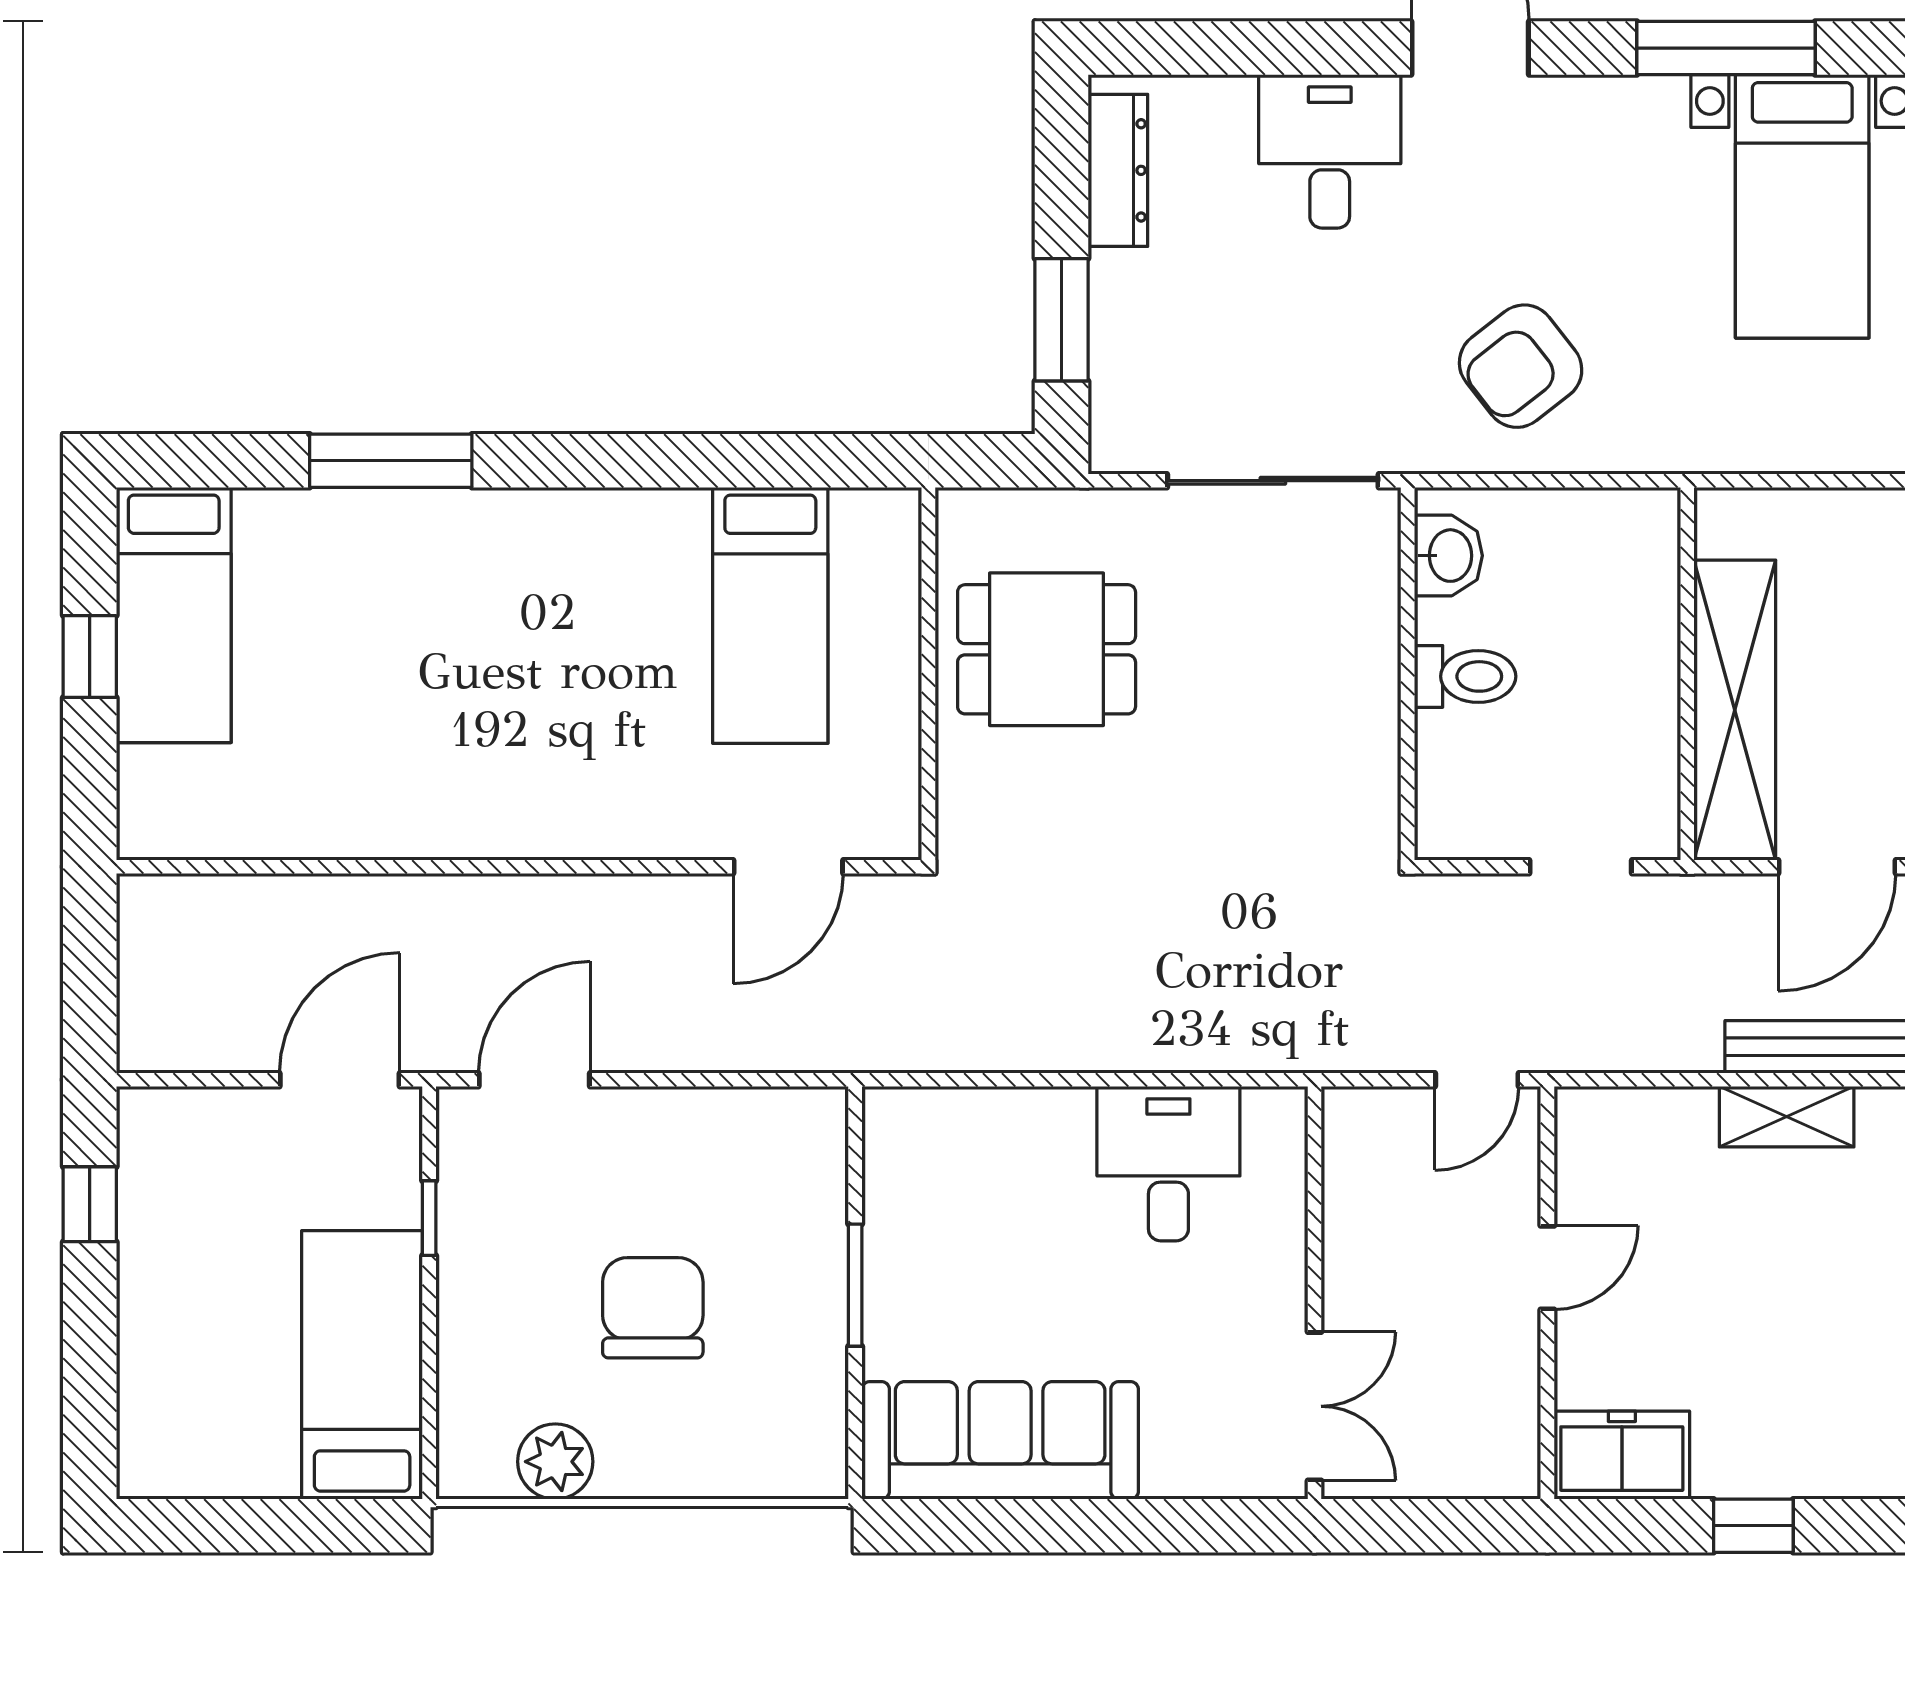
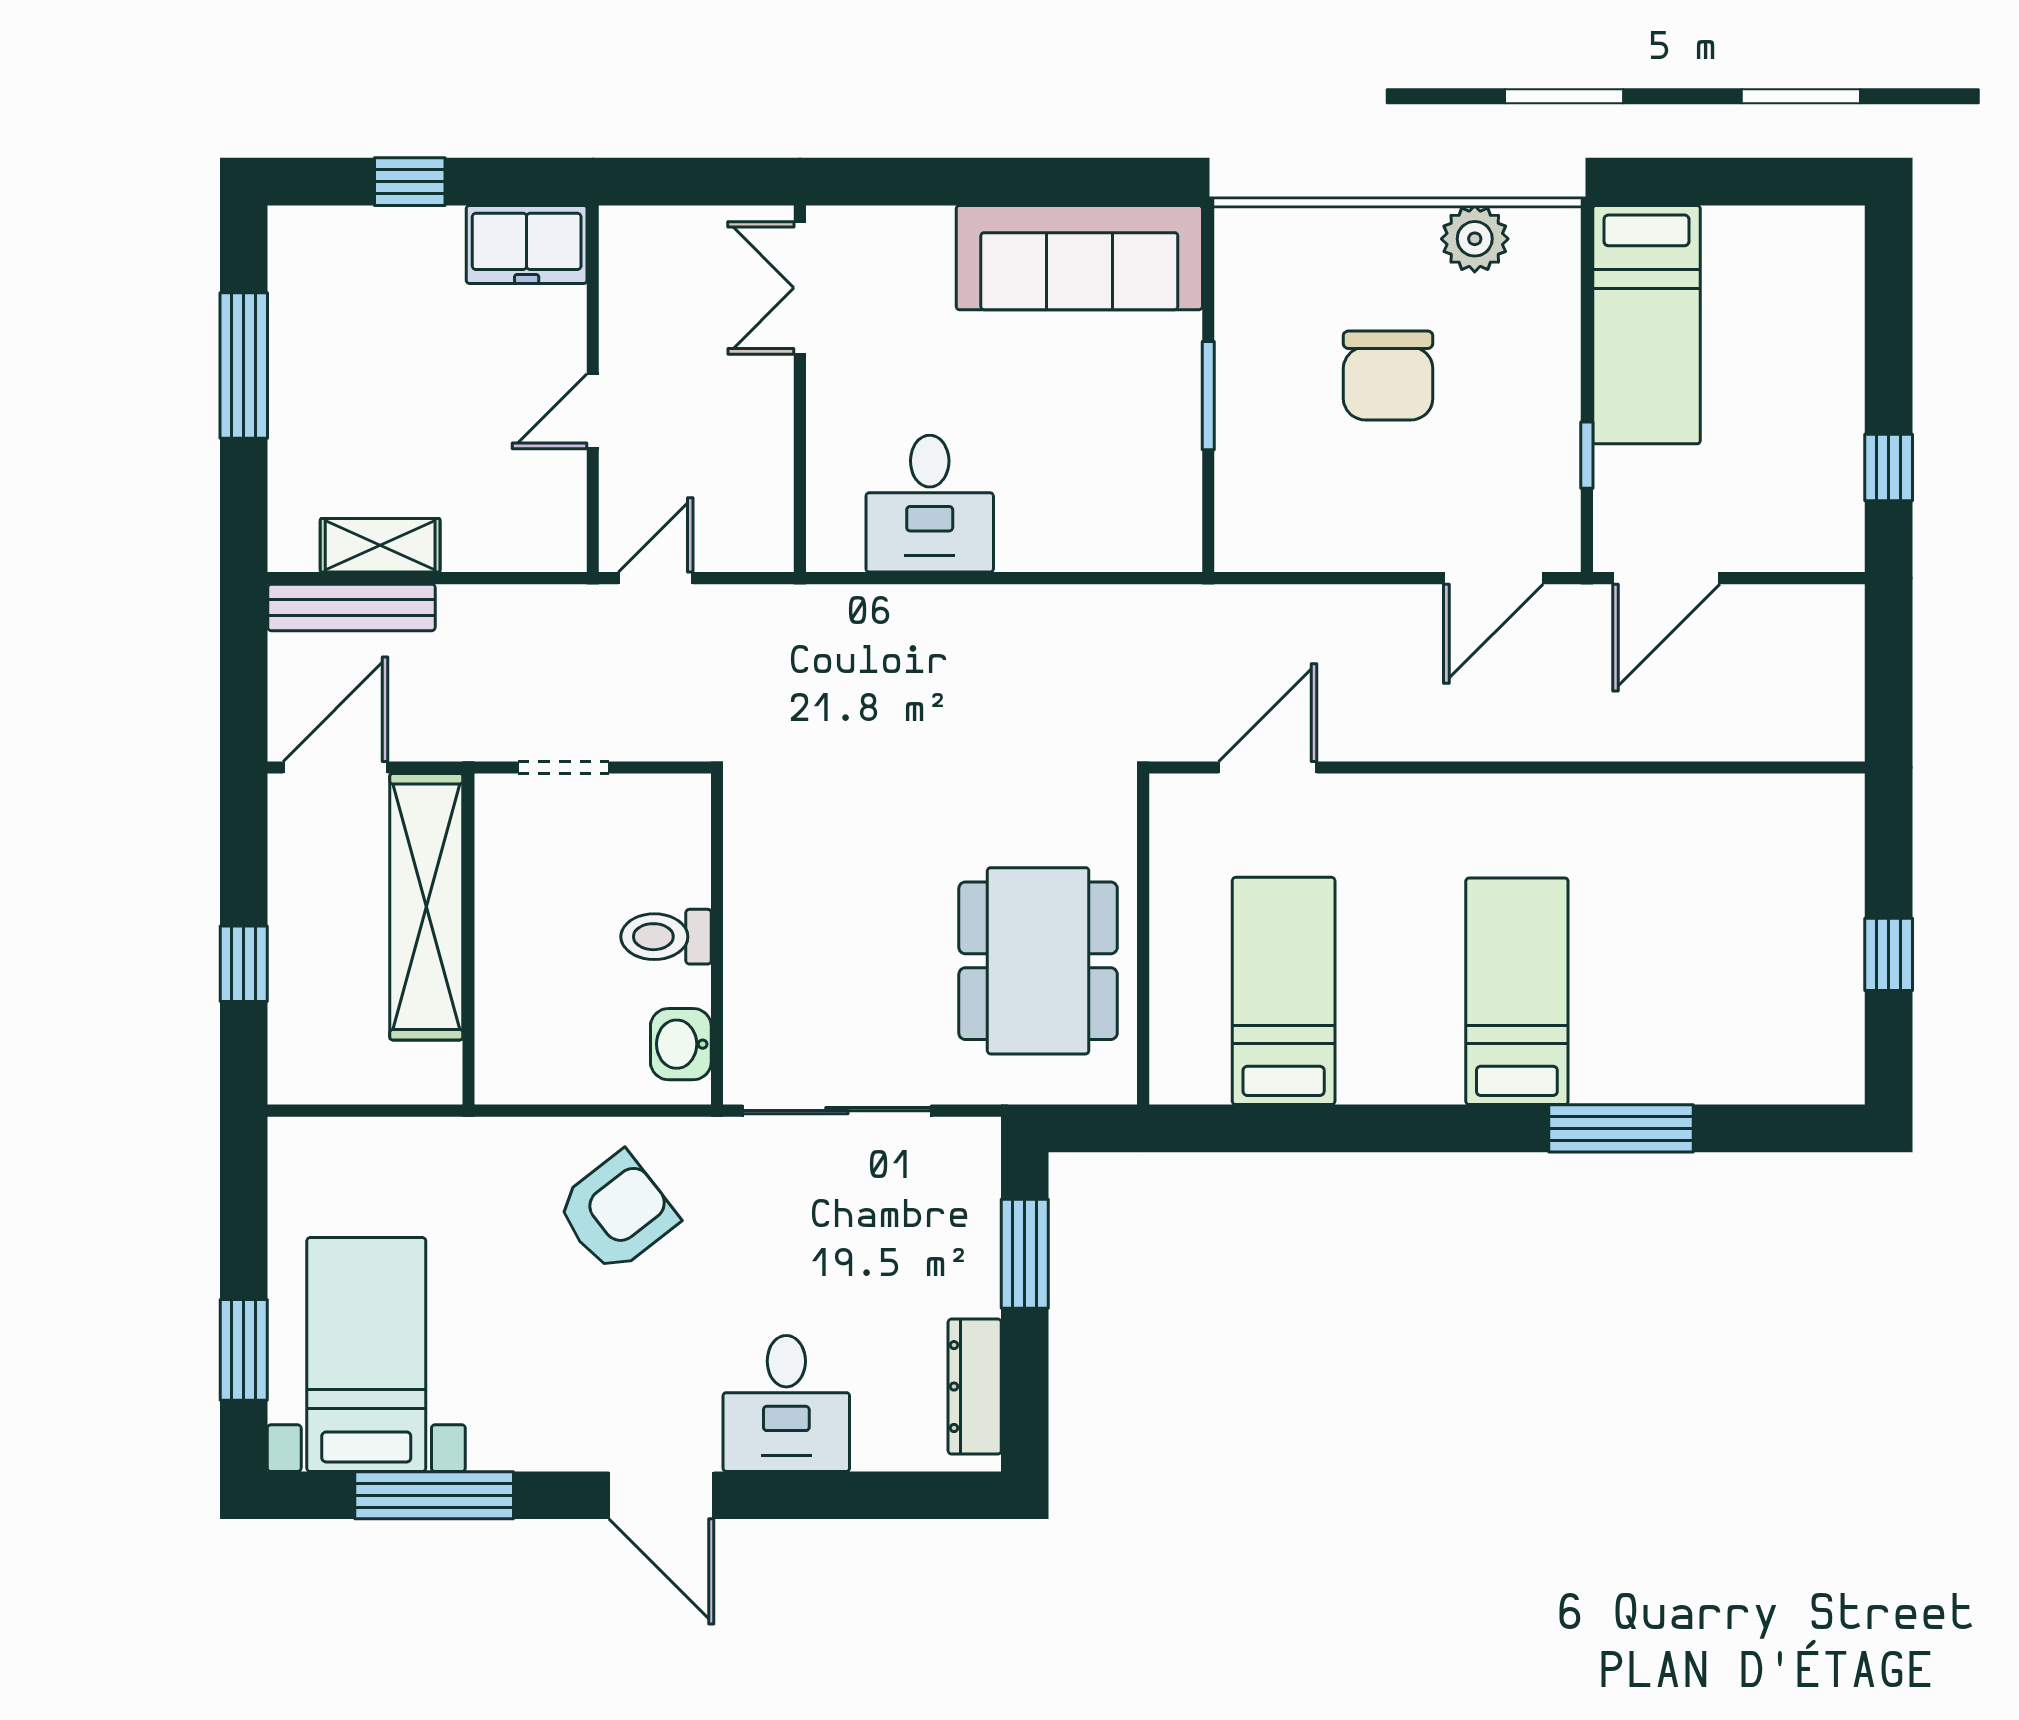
bed: (174, 615) -> (1517, 991), moved
dining table: (1047, 649) -> (1038, 961), width x1.38

